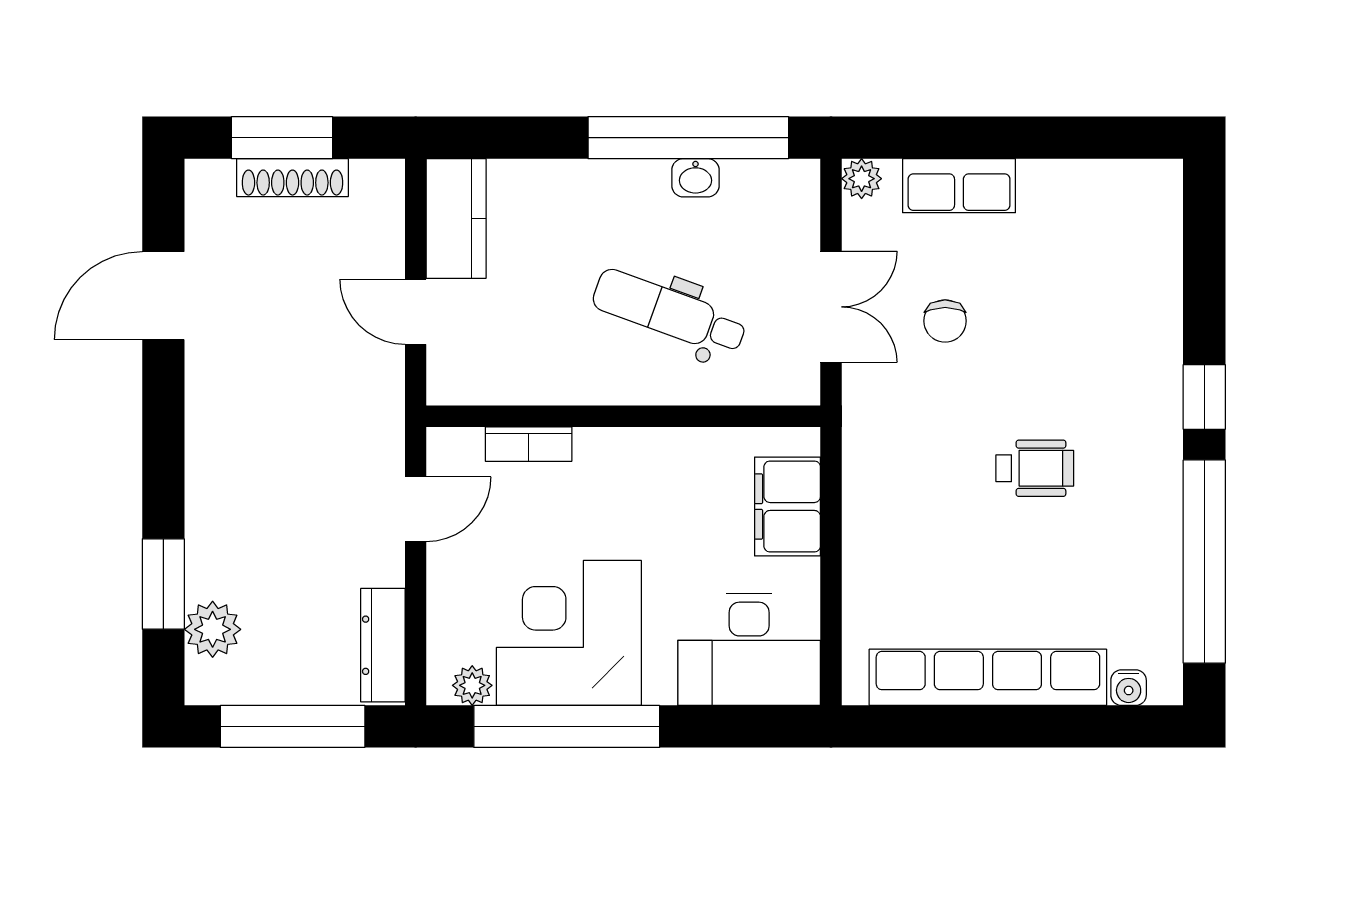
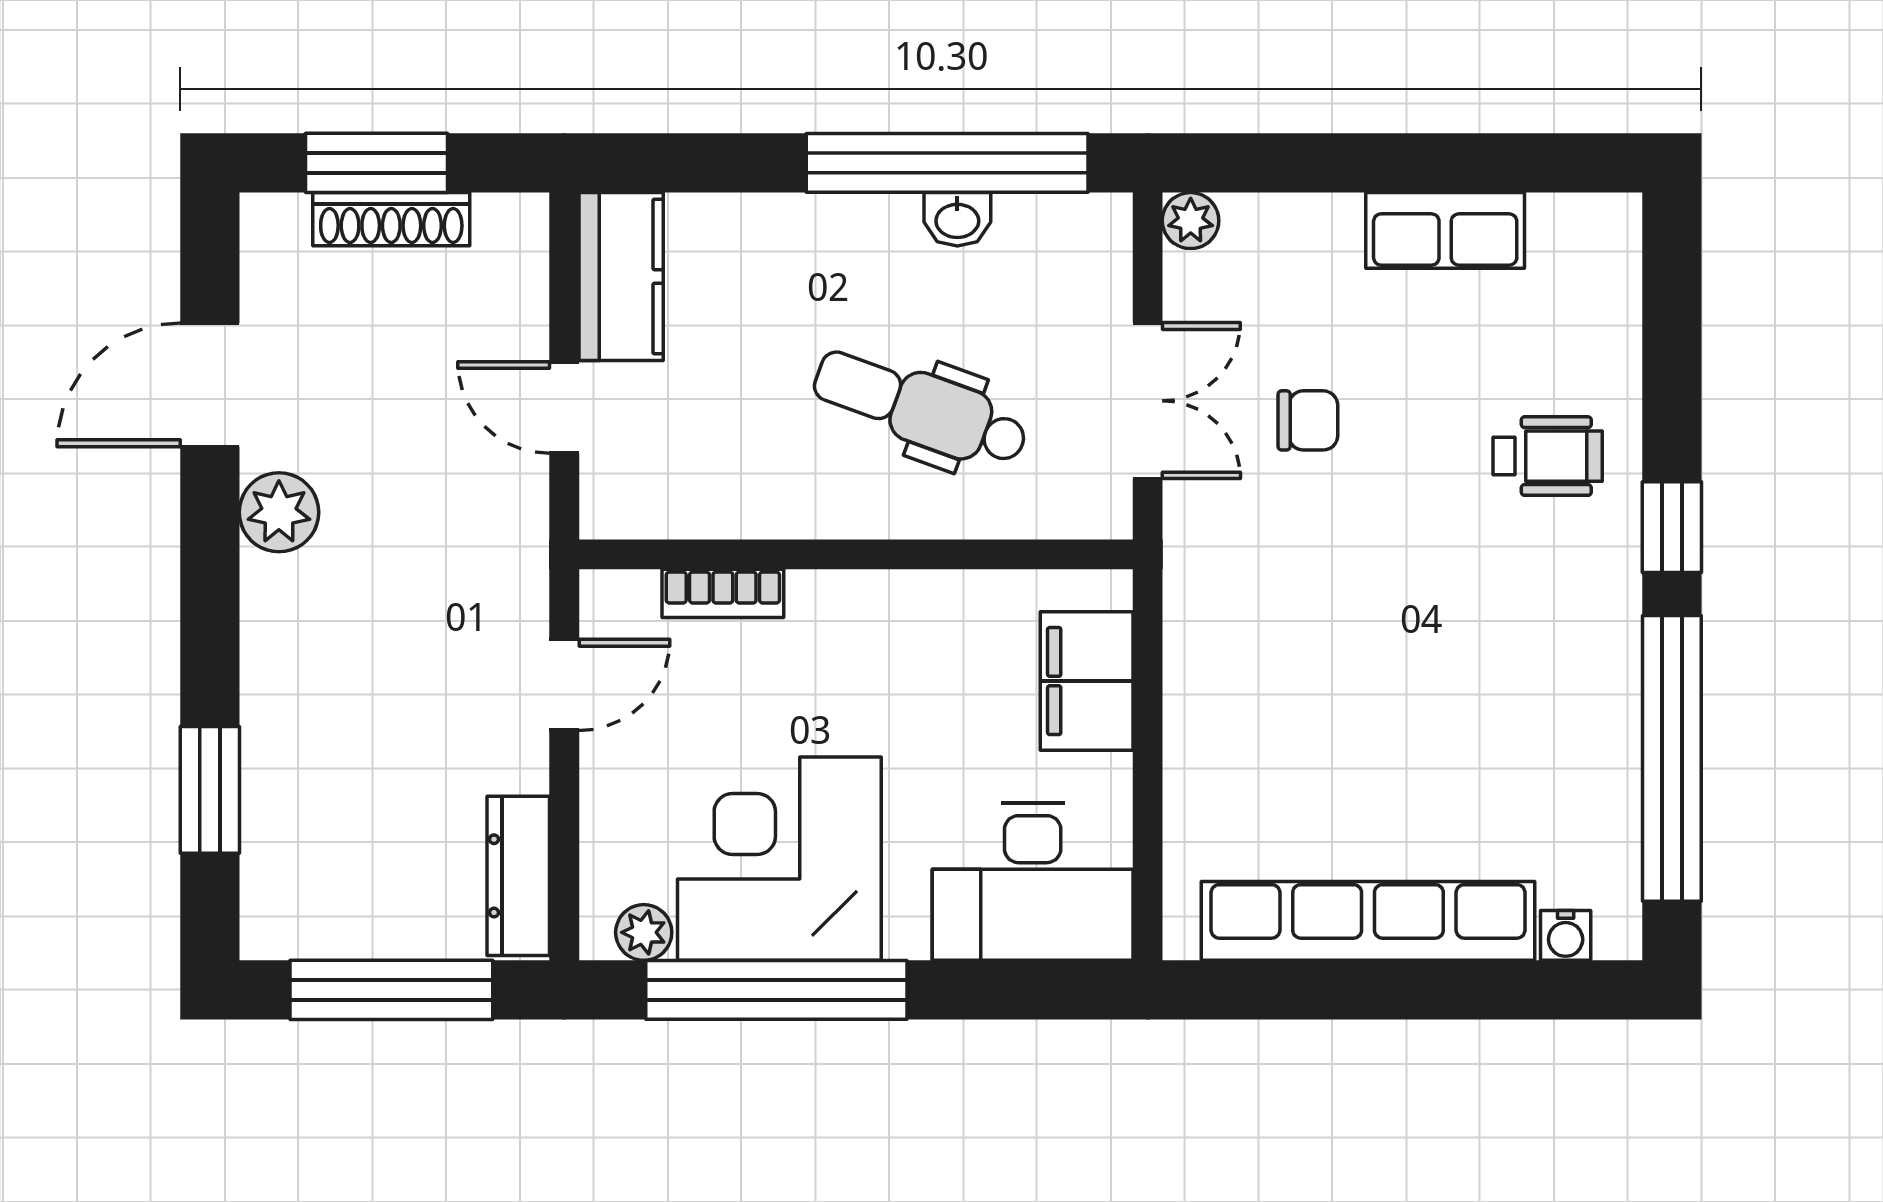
row of seats: (959, 186) -> (1445, 230), moved
chair: (945, 321) -> (1308, 420), turned -90
wheelchair: (1035, 468) -> (1548, 456), moved
plant: (213, 629) -> (279, 512), moved

